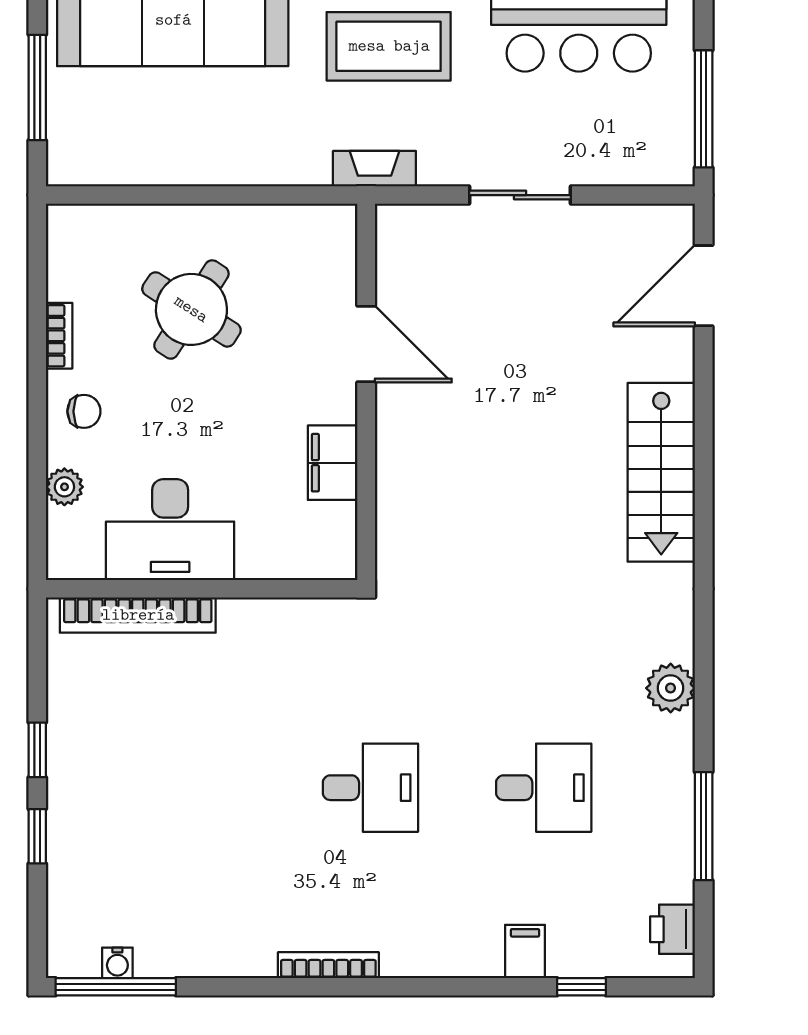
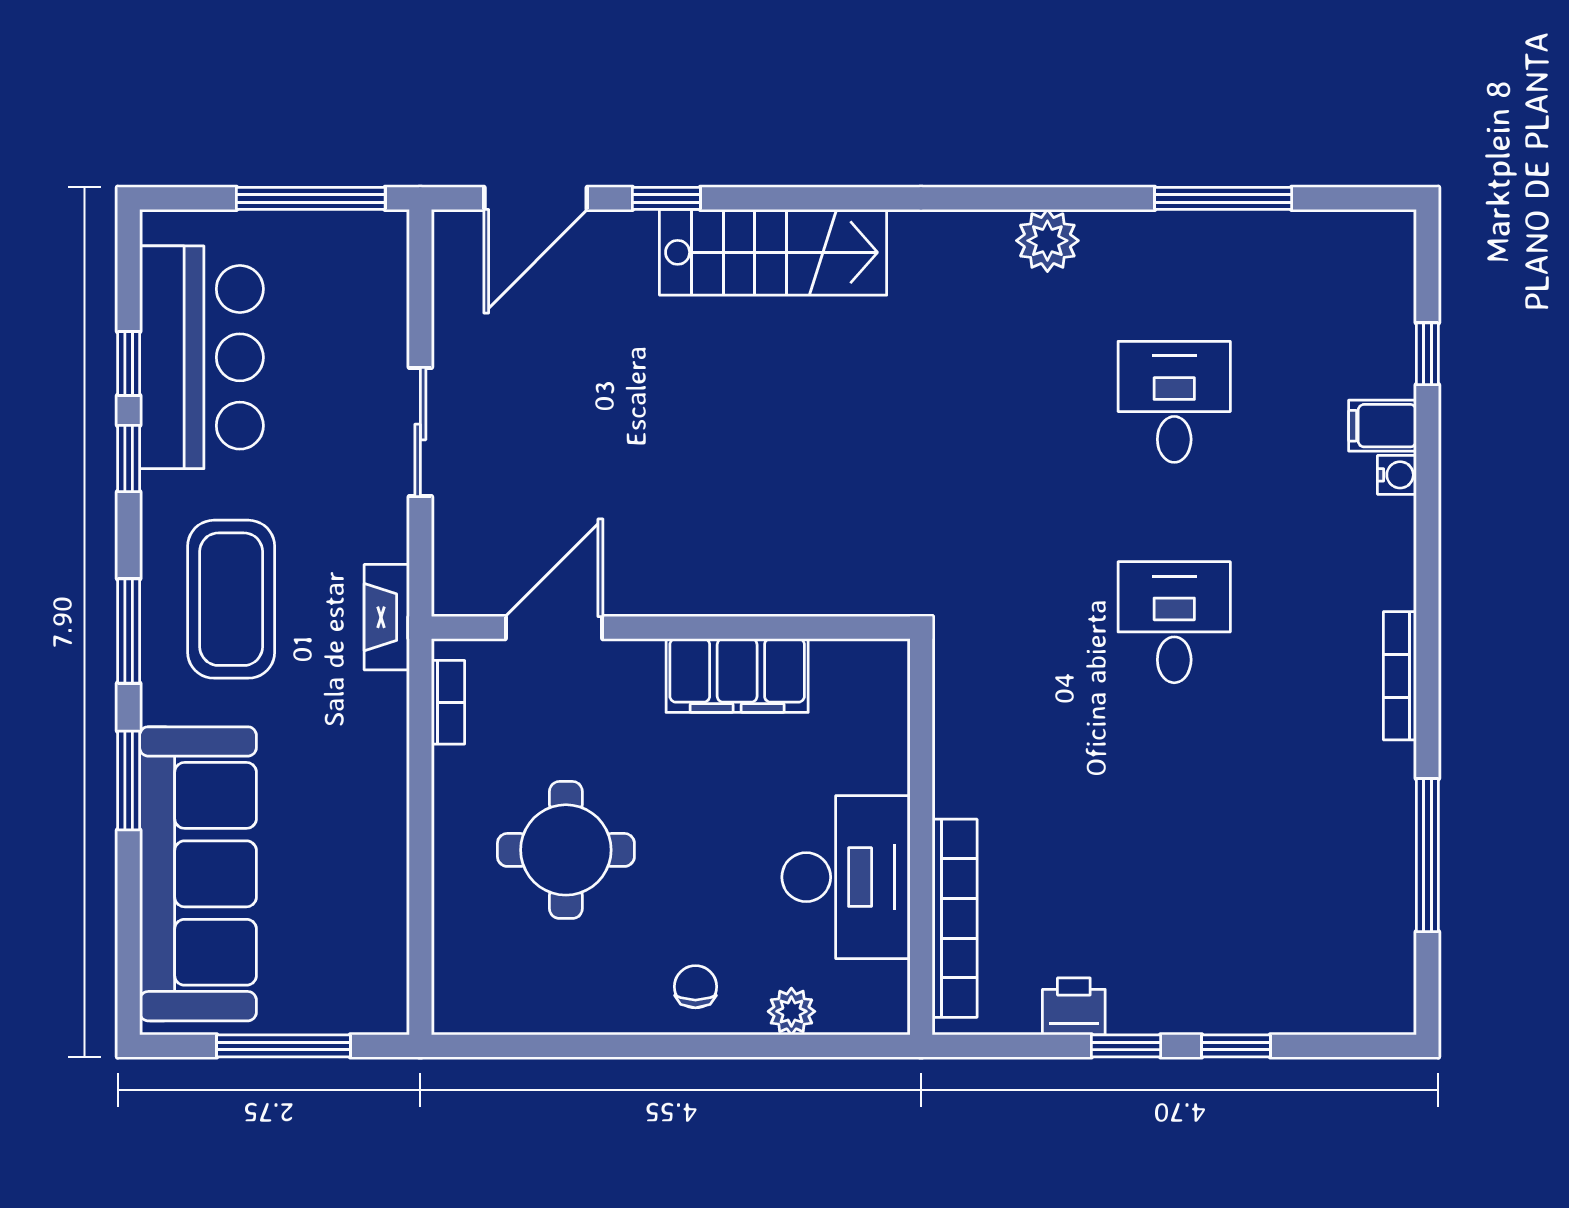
door: (704, 286) -> (536, 198), hinge flipped
round table: (191, 309) -> (566, 850), turned -33
bookcase: (59, 336) -> (448, 702), moved, turned 90
door: (366, 344) -> (554, 628), moved
window: (704, 388) -> (666, 198), added
filing cabinet: (333, 463) -> (737, 676), width x1.50, depth x1.17
printer: (673, 929) -> (1074, 1006), moved, turned 180
water cooler: (117, 963) -> (1397, 475), moved
window: (116, 987) -> (1427, 855), moved

